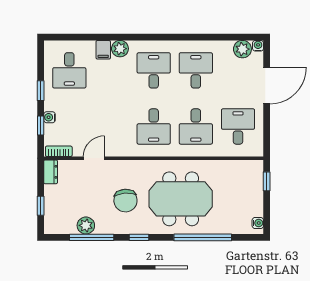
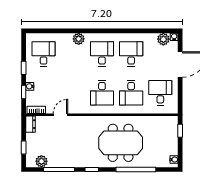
filing cabinet: (103, 50) -> (67, 40), removed
desk: (69, 70) -> (44, 54), turned 180
chair: (125, 201) -> (82, 144), removed
plant: (86, 225) -> (41, 161), moved

